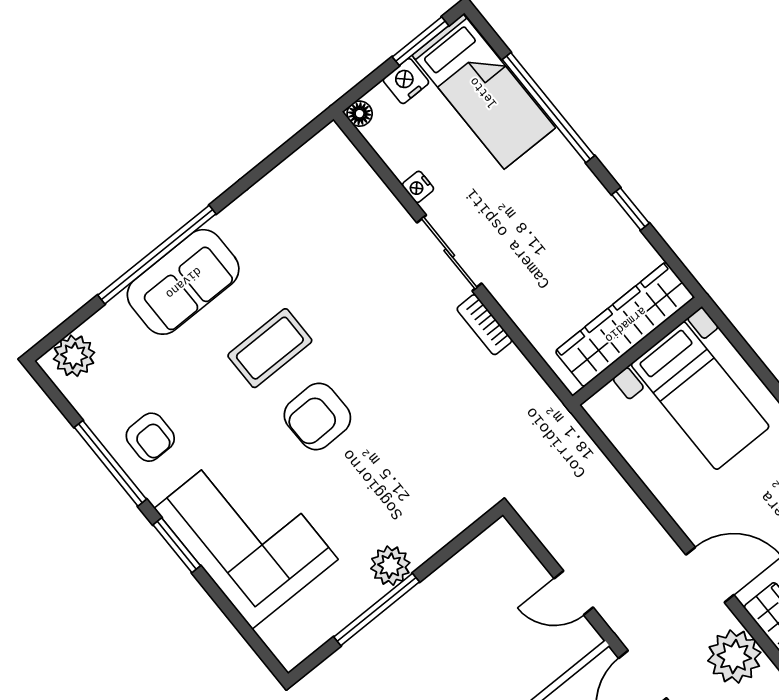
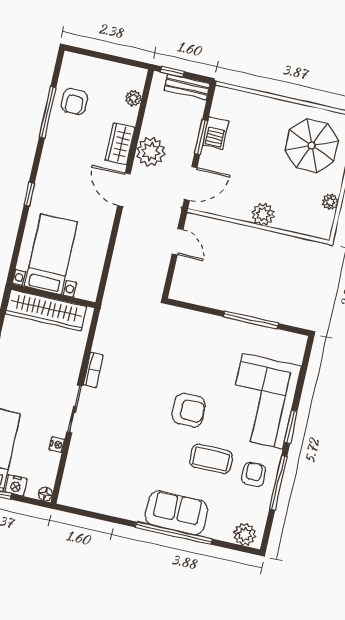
coffee table: (270, 348) -> (211, 459), moved
plant: (390, 566) -> (228, 329), removed

